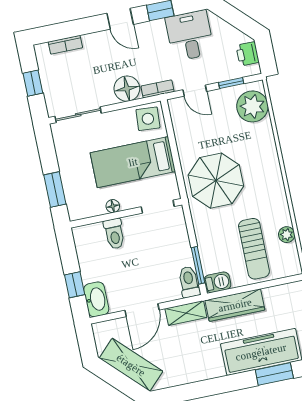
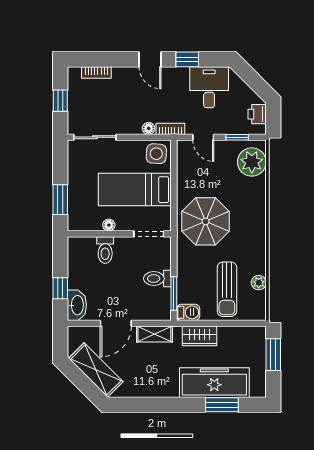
floor lamp: (127, 89) -> (149, 128), width x0.53, depth x0.53
toilet: (189, 282) -> (157, 279), moved, turned -90
wardrobe: (235, 305) -> (199, 336), width x0.67

